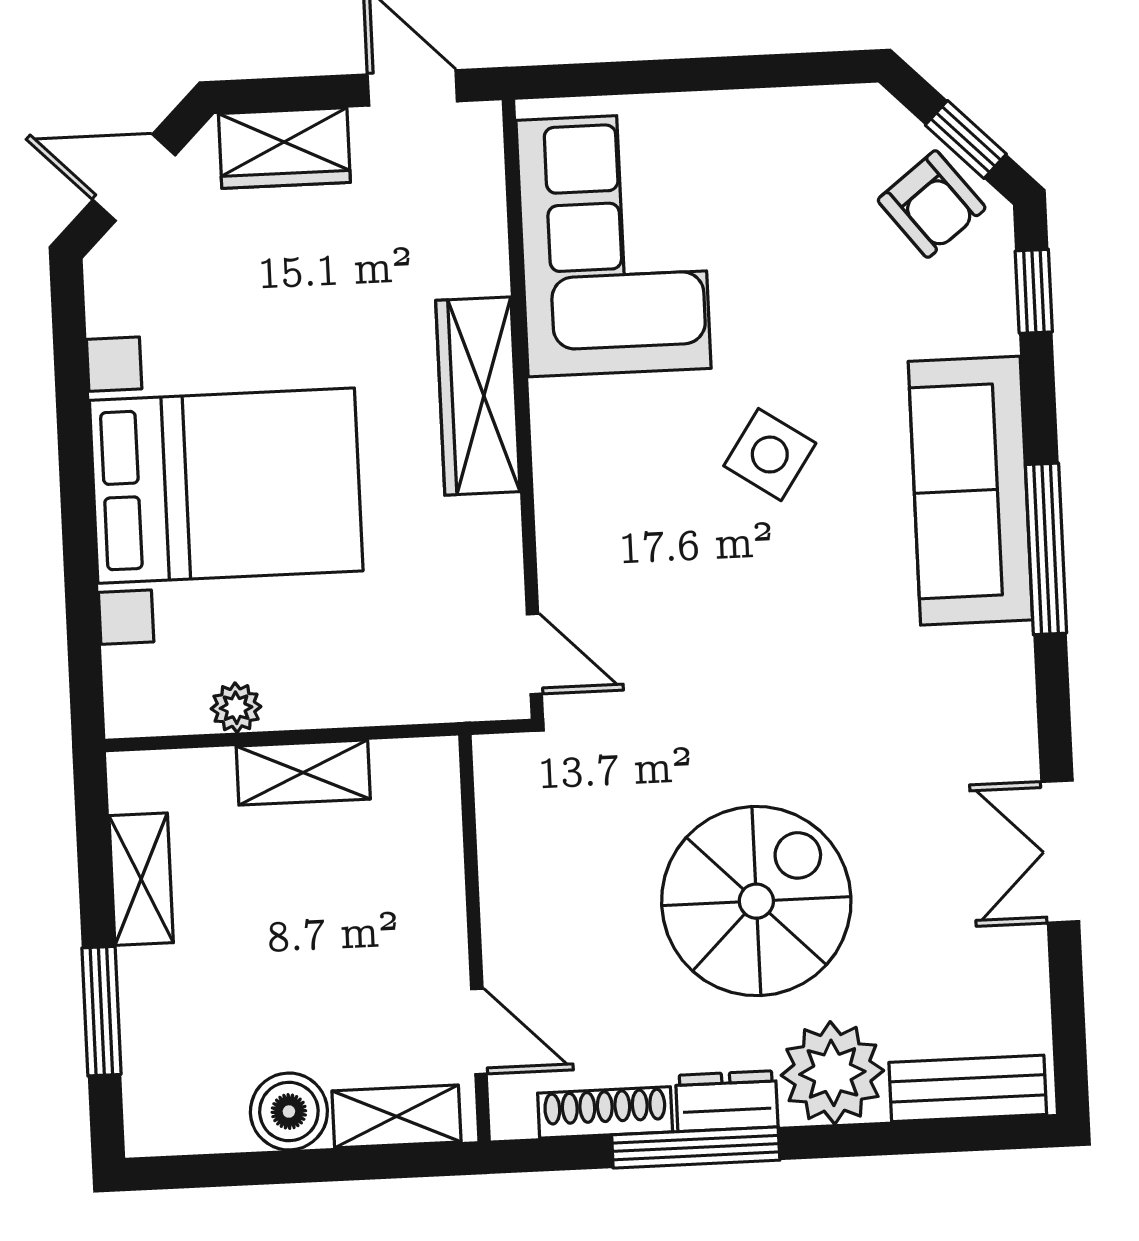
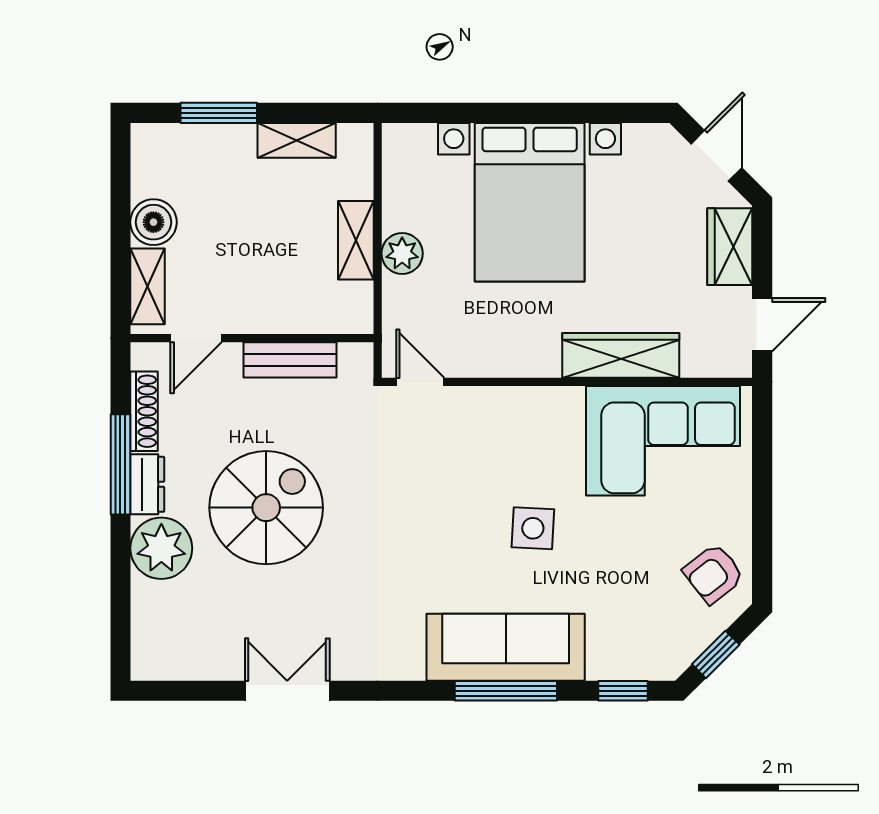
armchair: (932, 204) -> (714, 574), moved
wardrobe: (478, 396) -> (621, 355), moved
side table: (770, 455) -> (533, 528), turned -31
window: (1046, 549) -> (506, 691), moved
door: (534, 654) -> (420, 382), swing flipped
plant: (236, 708) -> (402, 253), moved, width x1.38, depth x1.38
spiral stairs: (756, 901) -> (266, 508), turned -90
bench: (968, 1088) -> (290, 360), moved, turned 90

